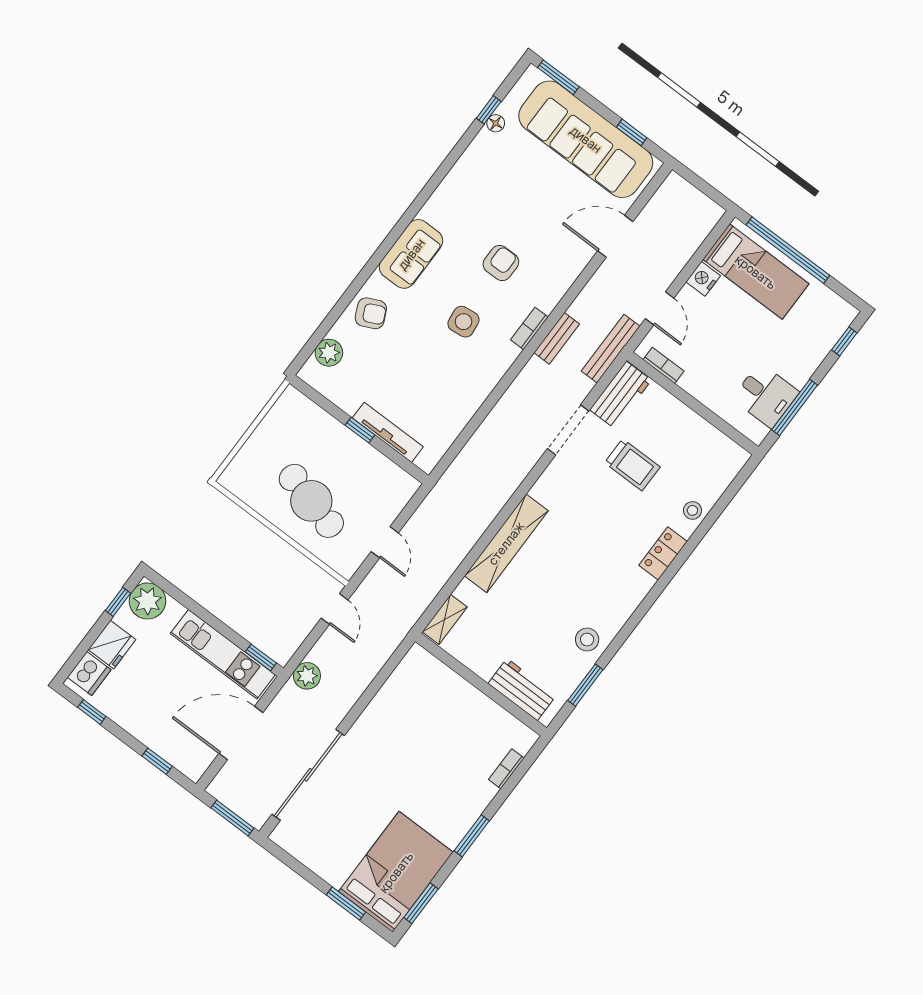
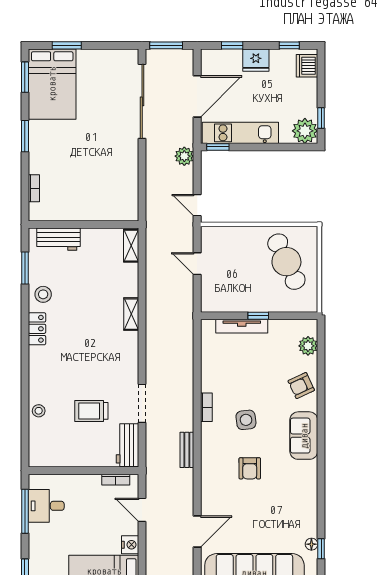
bookcase: (529, 328) -> (206, 407), moved
bench: (611, 349) -> (152, 467), removed
cafe table: (311, 501) -> (286, 262), moved, turned 50
shelving: (506, 543) -> (131, 314), width x0.45, depth x0.75
locker: (663, 553) -> (37, 329), moved
fridge: (112, 645) -> (256, 60), moved, turned -90

